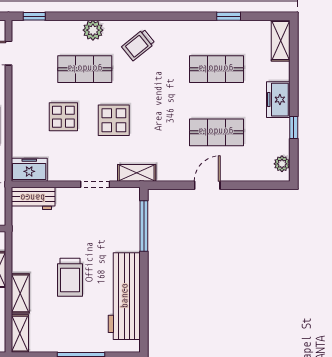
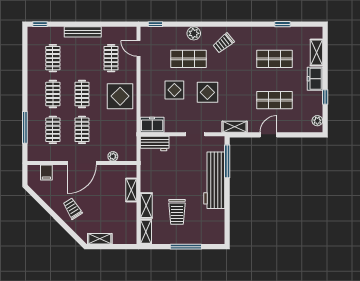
shelving: (281, 41) -> (317, 53), moved
shelving: (137, 173) -> (235, 127), moved
trolley: (70, 277) -> (177, 212), moved
workbench: (124, 296) -> (214, 180), moved

